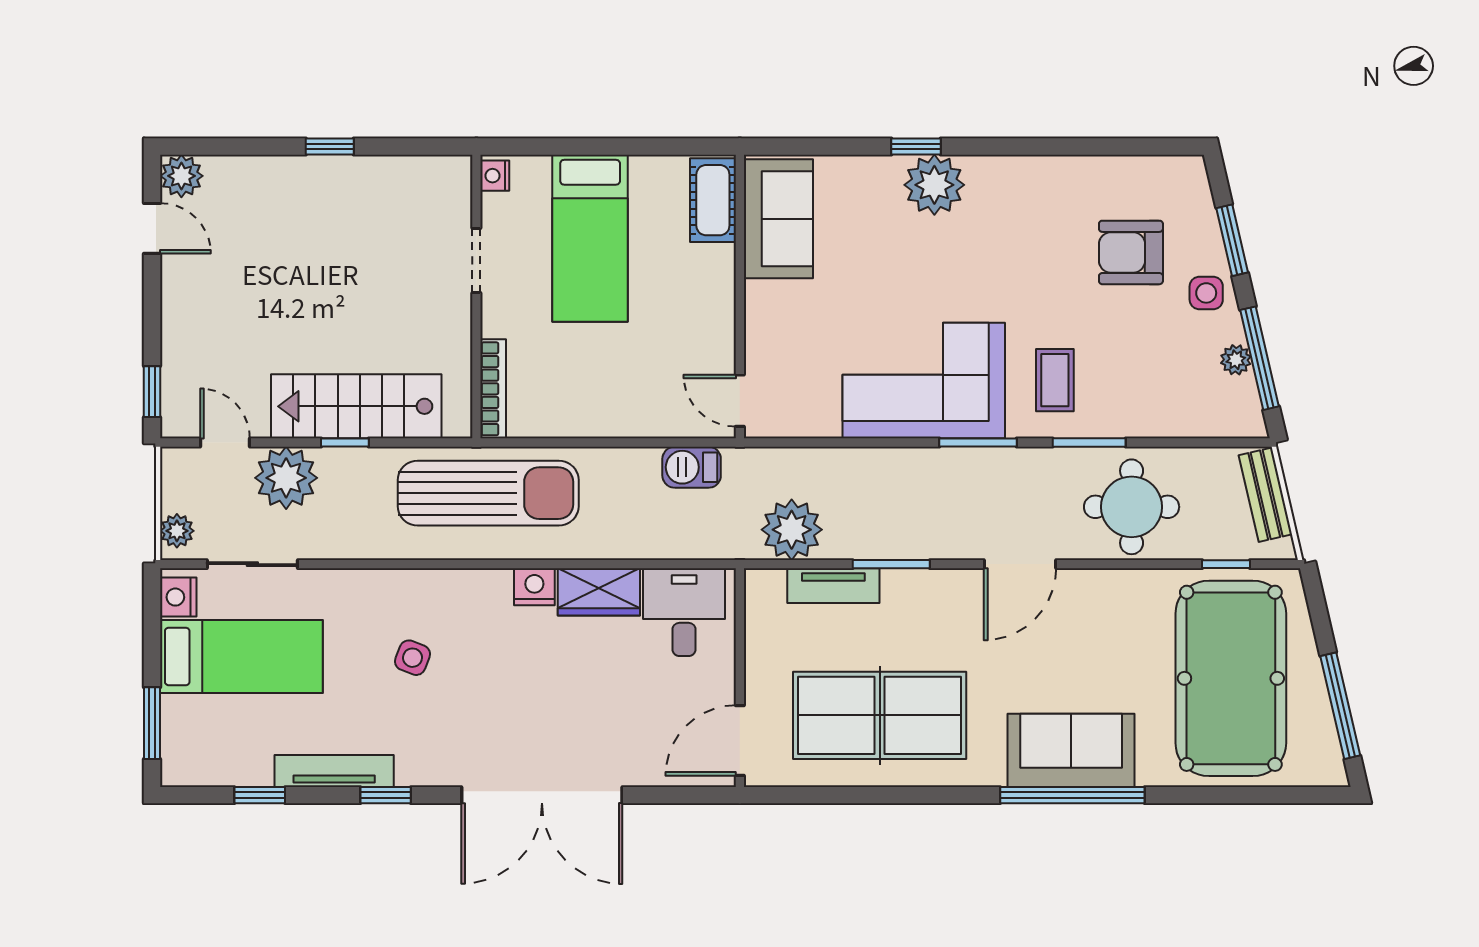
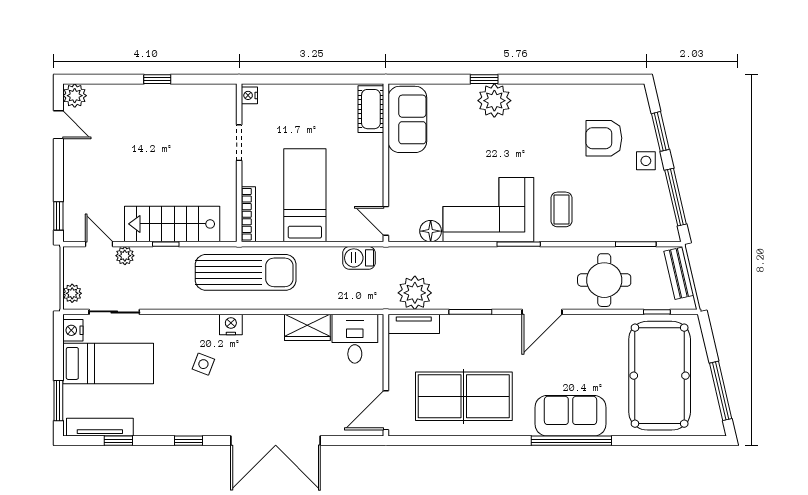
bed: (590, 238) -> (305, 195), moved, turned 180
plant: (1236, 360) -> (662, 198), removed
floor lamp: (820, 419) -> (431, 231), added
window: (1089, 442) -> (636, 244), moved
plant: (286, 478) -> (125, 256), width x0.53, depth x0.53
tv unit: (833, 586) -> (414, 324), moved
nightstand: (534, 587) -> (231, 325), moved
tv unit: (334, 771) -> (100, 427), moved

